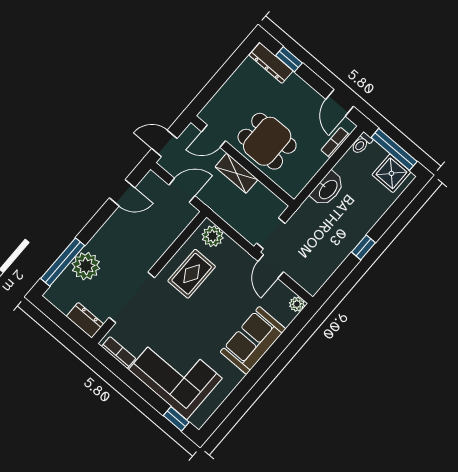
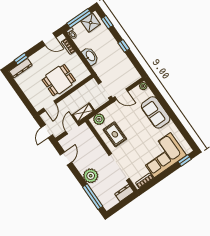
shelving: (236, 173) -> (83, 113), moved
window: (400, 204) -> (107, 22), added
plant: (86, 266) -> (91, 176), moved

